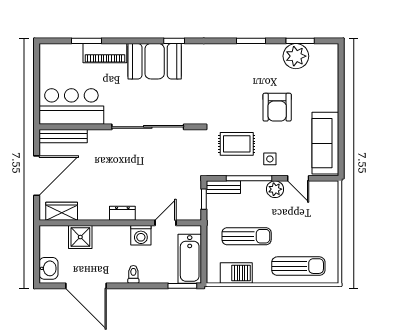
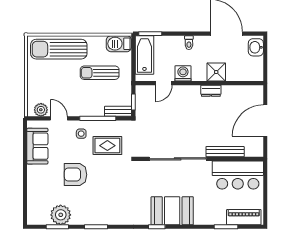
piano: (105, 53) -> (244, 217), moved
armchair: (277, 107) -> (76, 175), turned -90
bench: (63, 136) -> (225, 152), moved
sofa: (325, 143) -> (37, 146), width x0.73
plant: (275, 189) -> (41, 110), moved
wardrobe: (62, 211) -> (245, 92), removed
dresser: (122, 213) -> (211, 91), moved
shower: (80, 237) -> (216, 72), moved
sun lounger: (298, 266) -> (59, 49), width x1.36, depth x1.34
barbecue: (236, 273) -> (119, 44), moved

